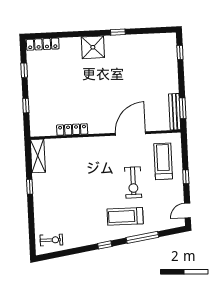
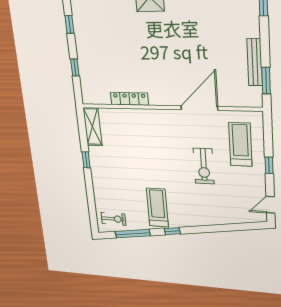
bench: (175, 112) -> (255, 62), moved
treadmill: (125, 216) -> (157, 208), moved, turned 90
window: (142, 237) -> (133, 234), moved

